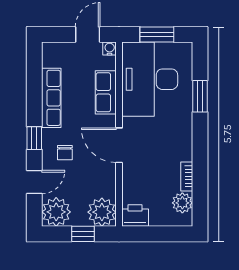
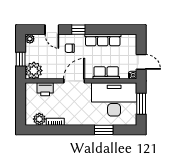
plant: (56, 212) -> (30, 39), width x0.53, depth x0.53
printer: (135, 215) -> (45, 89), moved, turned 90

